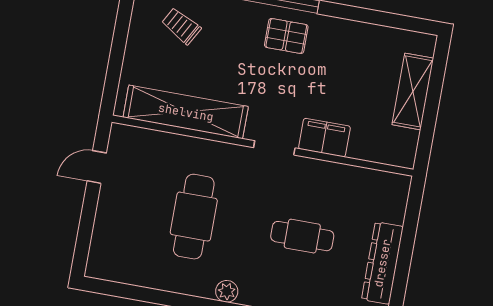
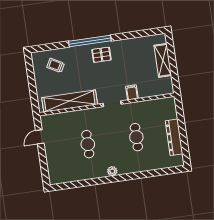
filing cabinet: (324, 138) -> (132, 92), width x0.50
cafe table: (194, 217) -> (88, 144), width x0.73, depth x0.74
cafe table: (302, 236) -> (136, 137), turned 90

